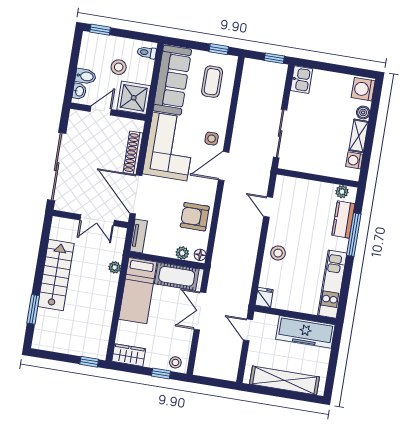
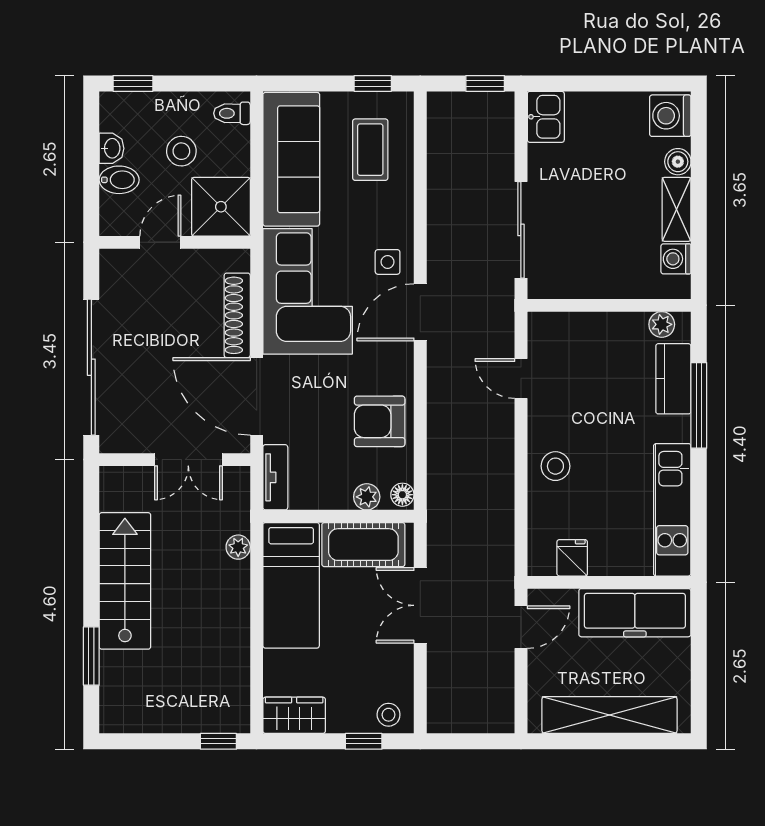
washbasin: (79, 91) -> (111, 148), moved
fridge: (264, 297) -> (572, 558), moved
door: (248, 330) -> (521, 627), swing flipped

